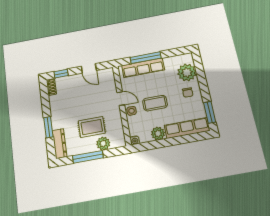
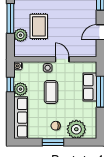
row of seats: (143, 68) -> (90, 87), width x0.68
door: (121, 99) -> (62, 59), swing flipped
window: (210, 112) -> (53, 142), moved
window: (155, 145) -> (10, 85), added

